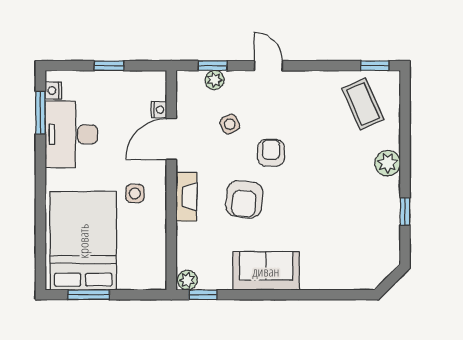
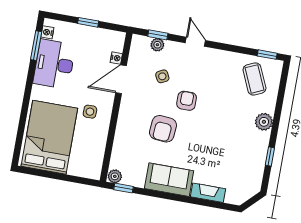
fireplace: (186, 197) -> (208, 193), moved, turned -90
window: (89, 295) -> (46, 174), removed

